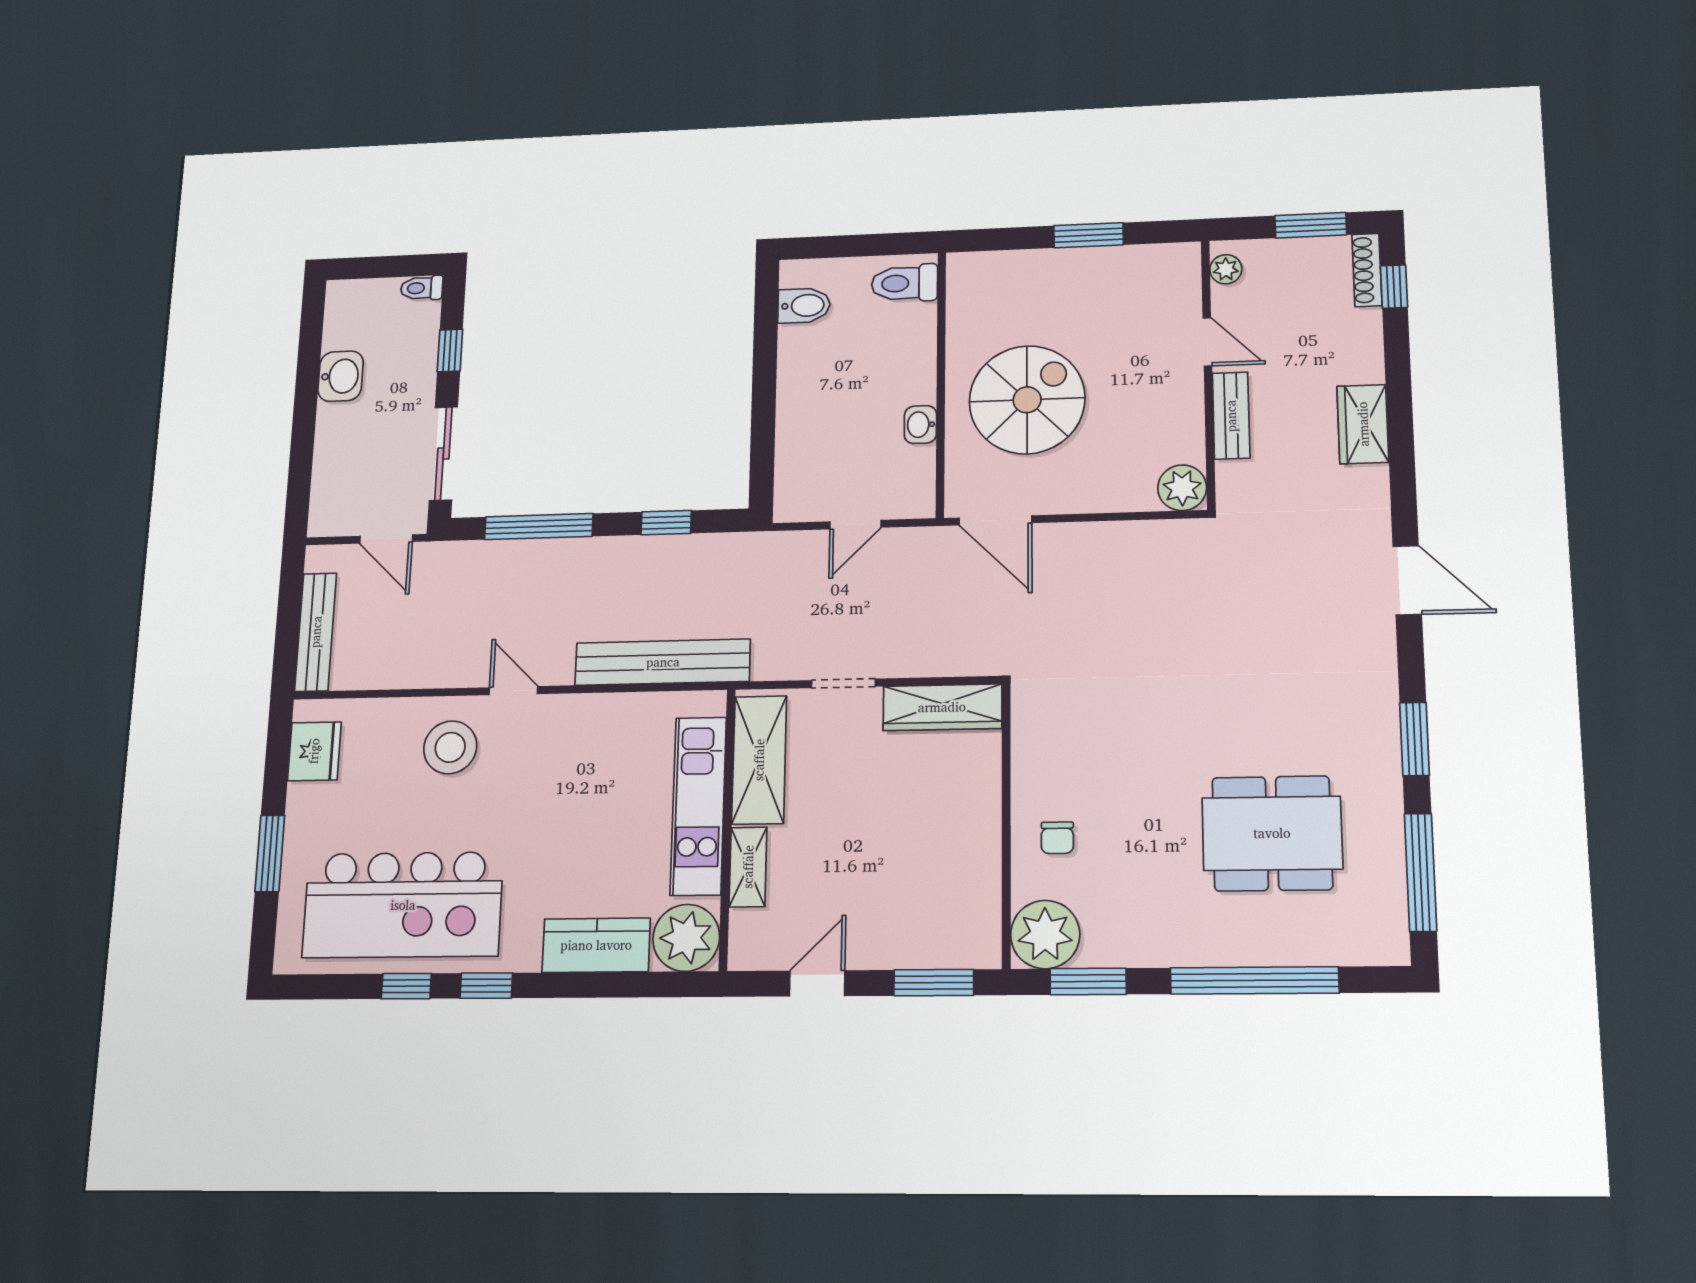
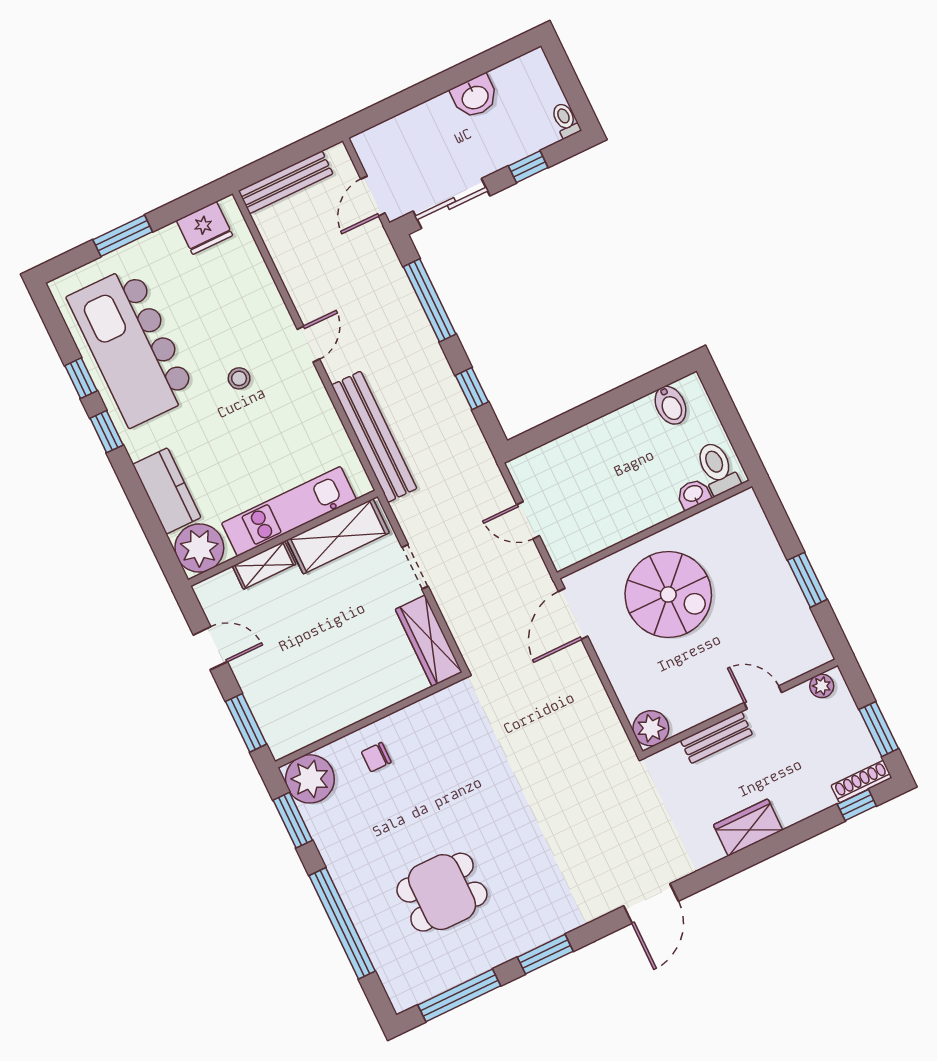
door: (1207, 342) -> (763, 698), swing flipped
washbasin: (920, 425) -> (693, 494), moved
stool: (450, 747) -> (239, 378), moved, width x0.53, depth x0.53
dining table: (1272, 833) -> (442, 892), width x0.73

